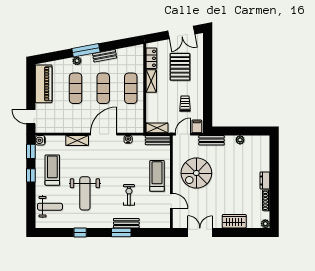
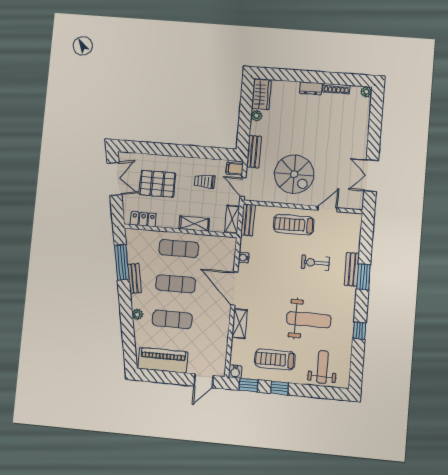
window: (86, 50) -> (122, 262), moved
shelving: (151, 81) -> (194, 224), moved
wardrobe: (234, 221) -> (261, 94), moved, turned 180

